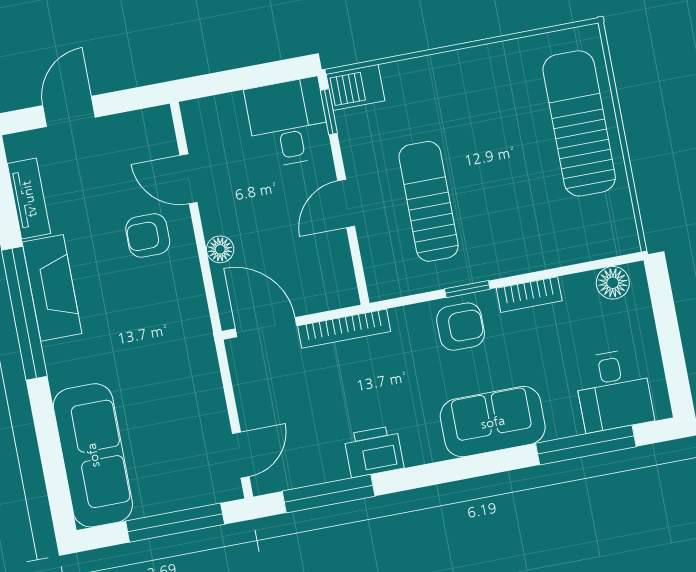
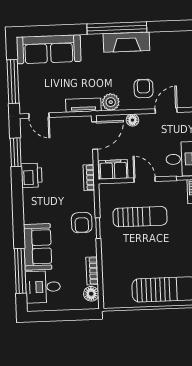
tv unit: (29, 199) -> (83, 105), moved, turned 180
filing cabinet: (334, 275) -> (113, 169), added
bookcase: (529, 295) -> (92, 271), moved
plant: (188, 303) -> (111, 102), added
bookcase: (344, 329) -> (89, 178), width x0.64
sofa: (493, 422) -> (38, 247), moved
window: (329, 494) -> (16, 152), width x0.69

